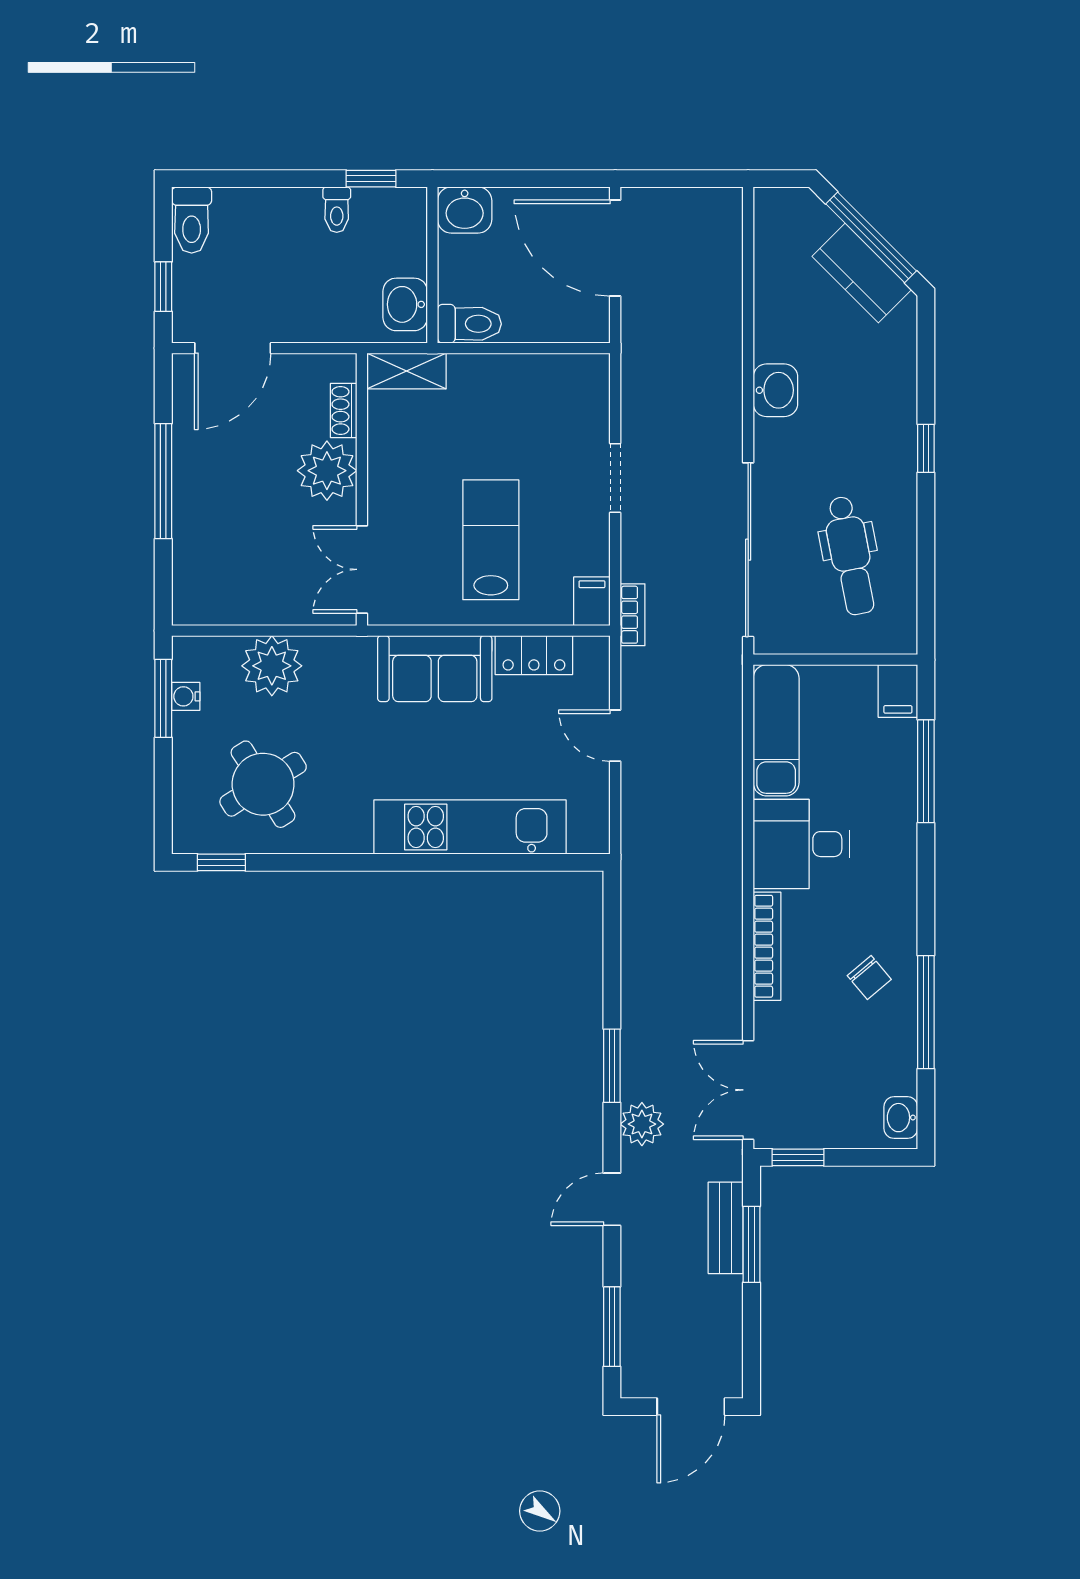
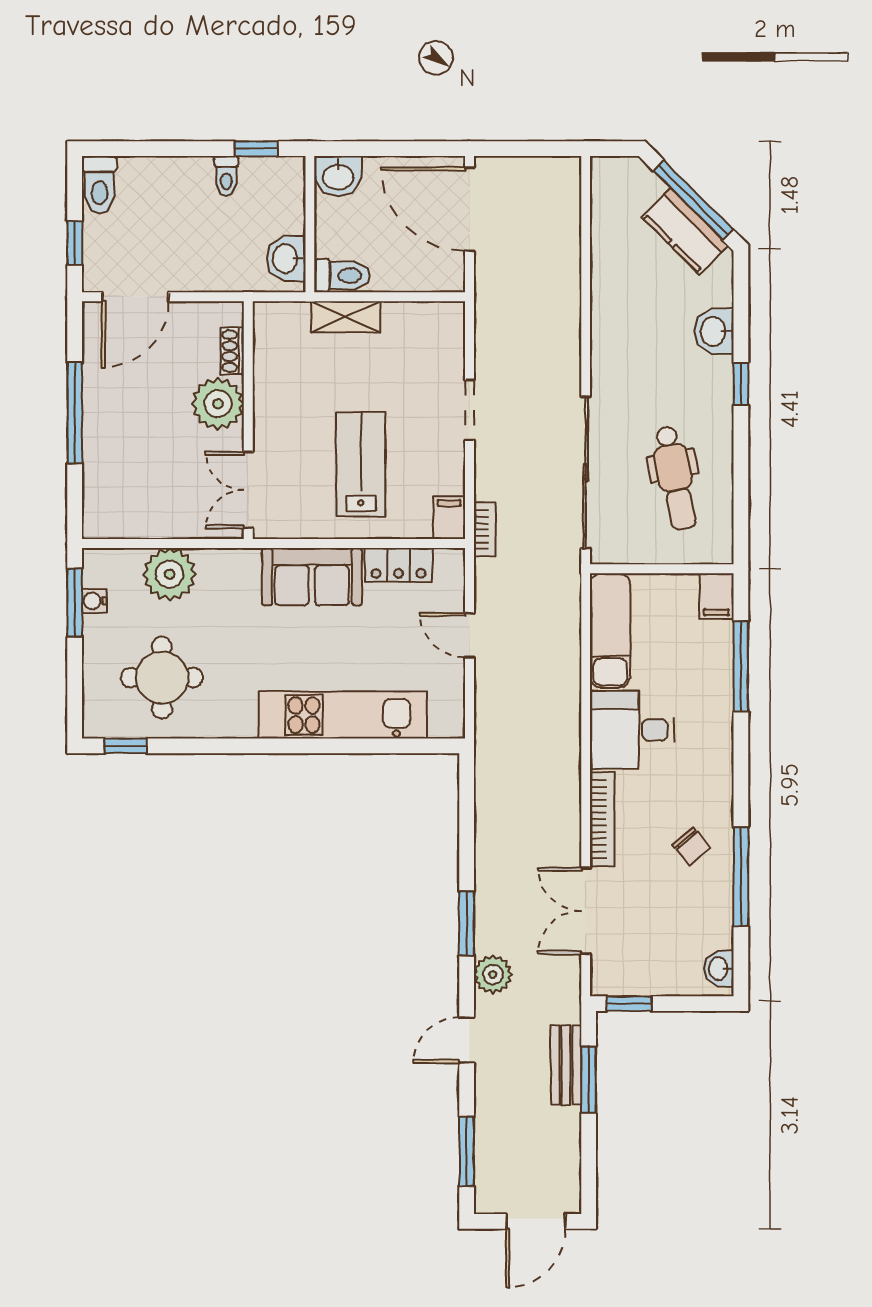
shelving: (407, 371) -> (346, 317), moved
washbasin: (775, 390) -> (714, 331), moved, turned 180
round table: (263, 784) -> (162, 678), turned 32
double door: (748, 1090) -> (586, 911), moved

